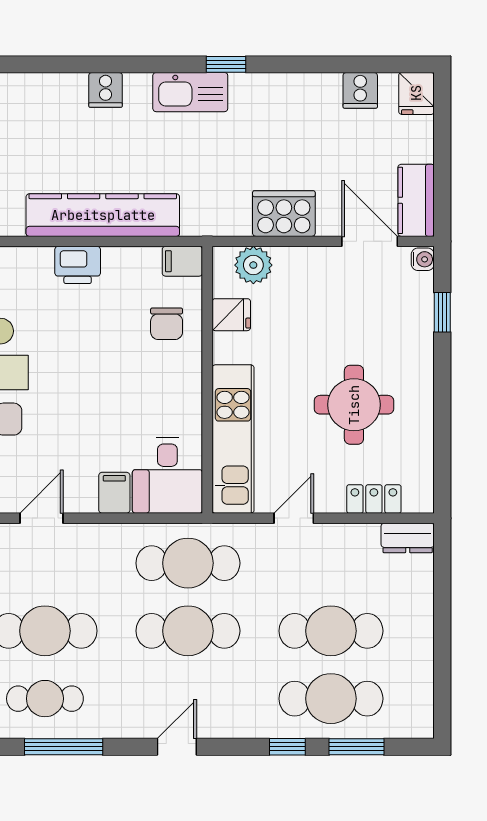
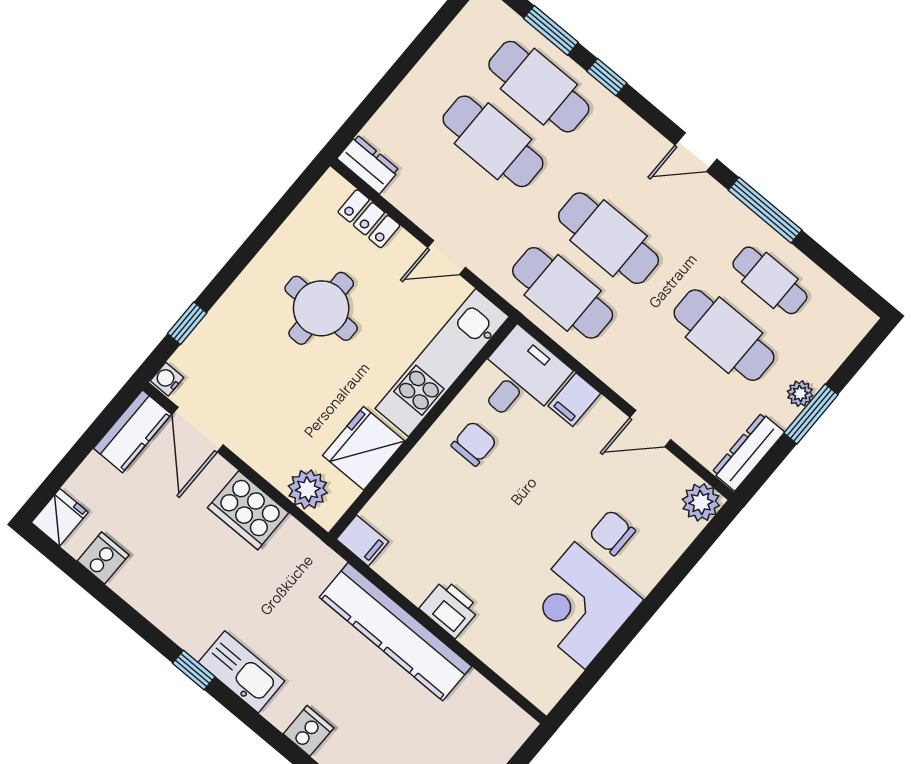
fridge: (231, 315) -> (364, 448), width x1.88, depth x1.34
chair: (167, 324) -> (474, 444), moved
window: (64, 747) -> (765, 210), moved

